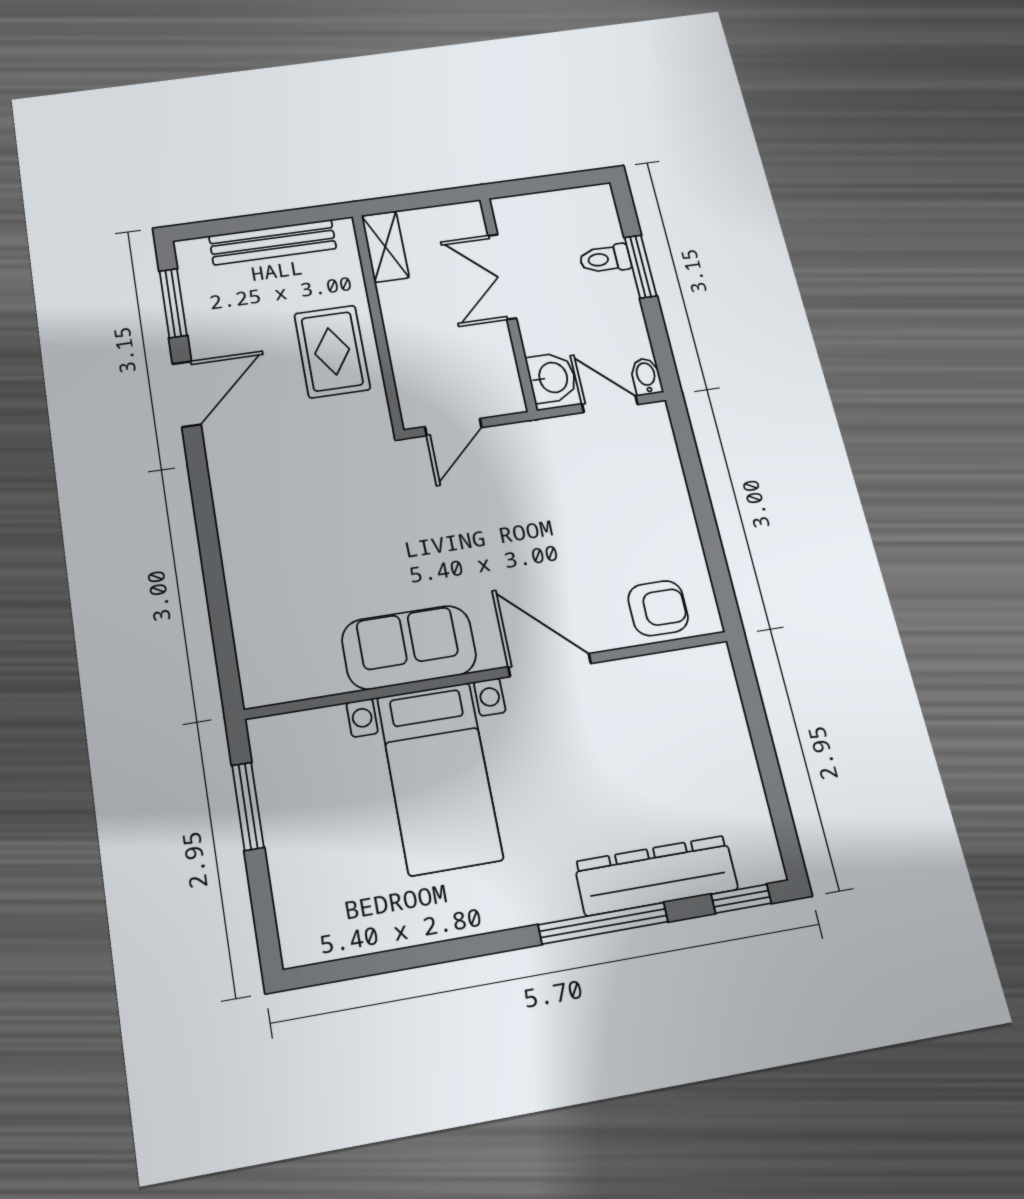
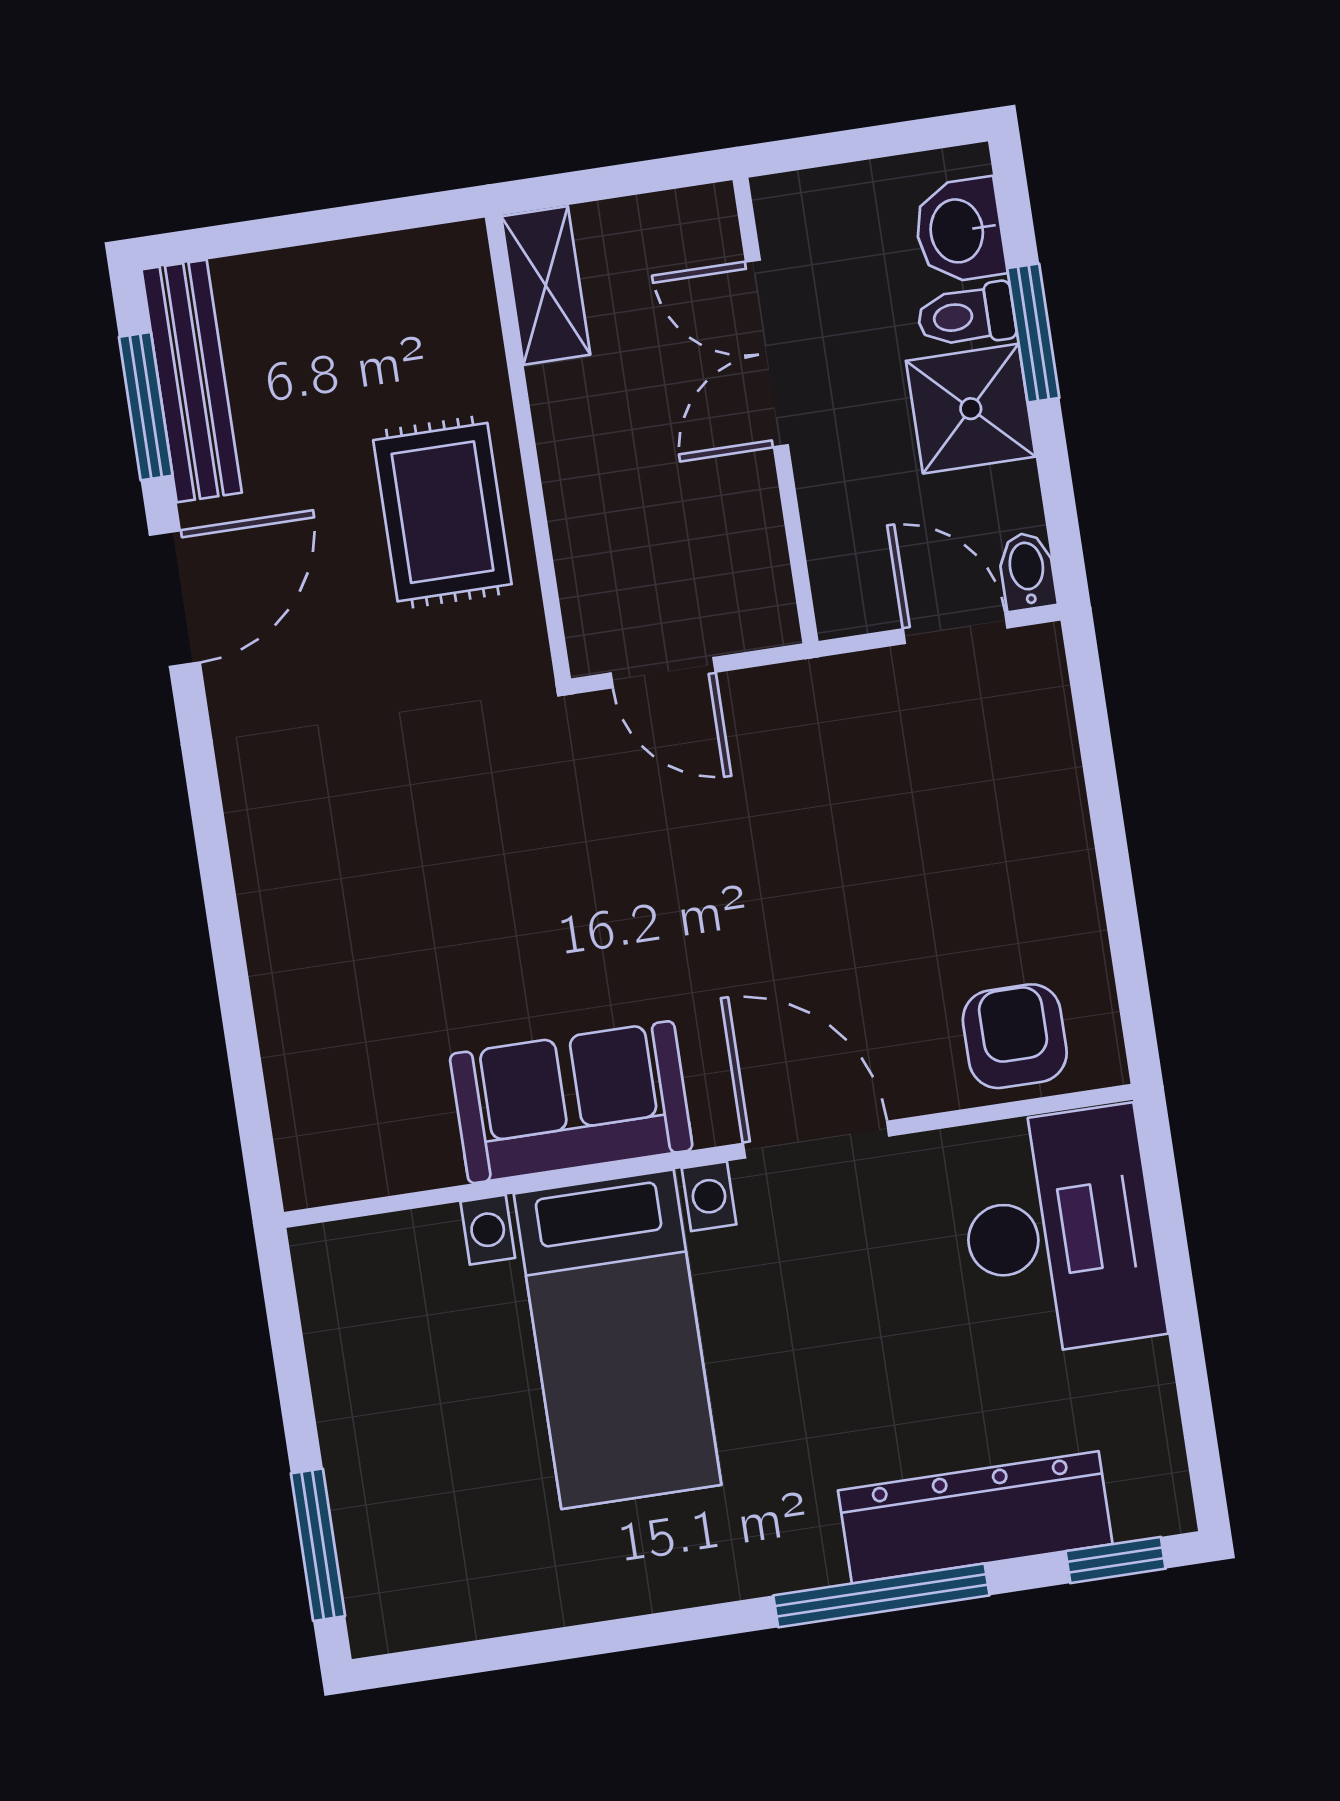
bench: (273, 242) -> (192, 381), moved, turned 90
shower: (611, 301) -> (971, 409), added
washbasin: (552, 378) -> (959, 231), moved, turned 180
door: (453, 427) -> (663, 673), hinge flipped
armchair: (658, 608) -> (1015, 1036), turned -90
desk: (692, 713) -> (1060, 1232), added
window: (248, 806) -> (318, 1545), moved

